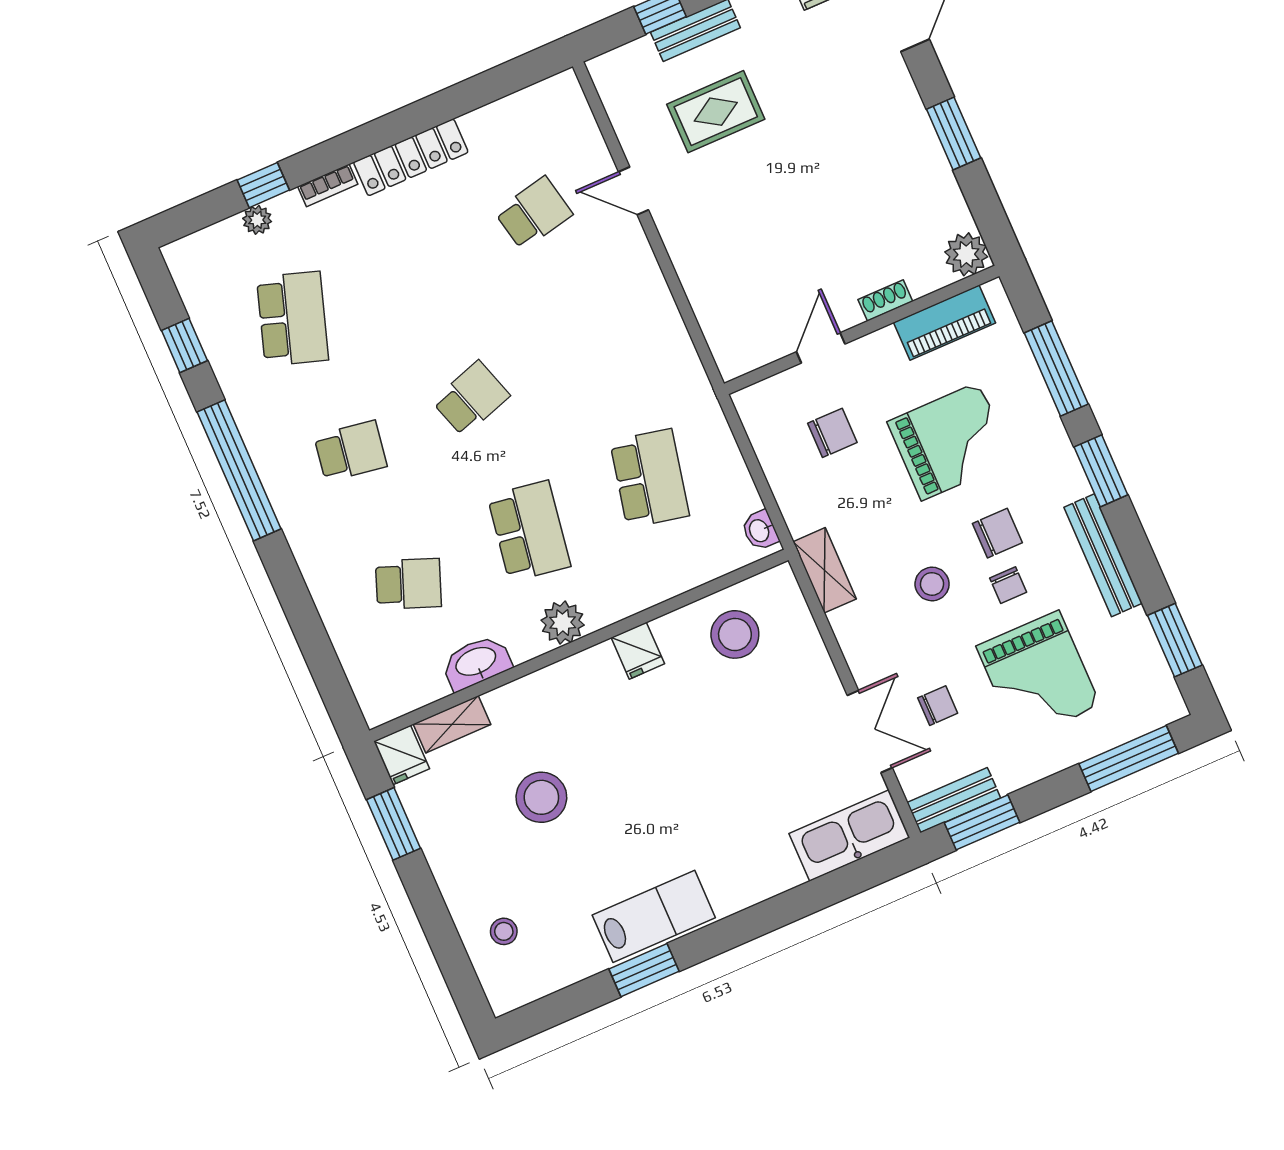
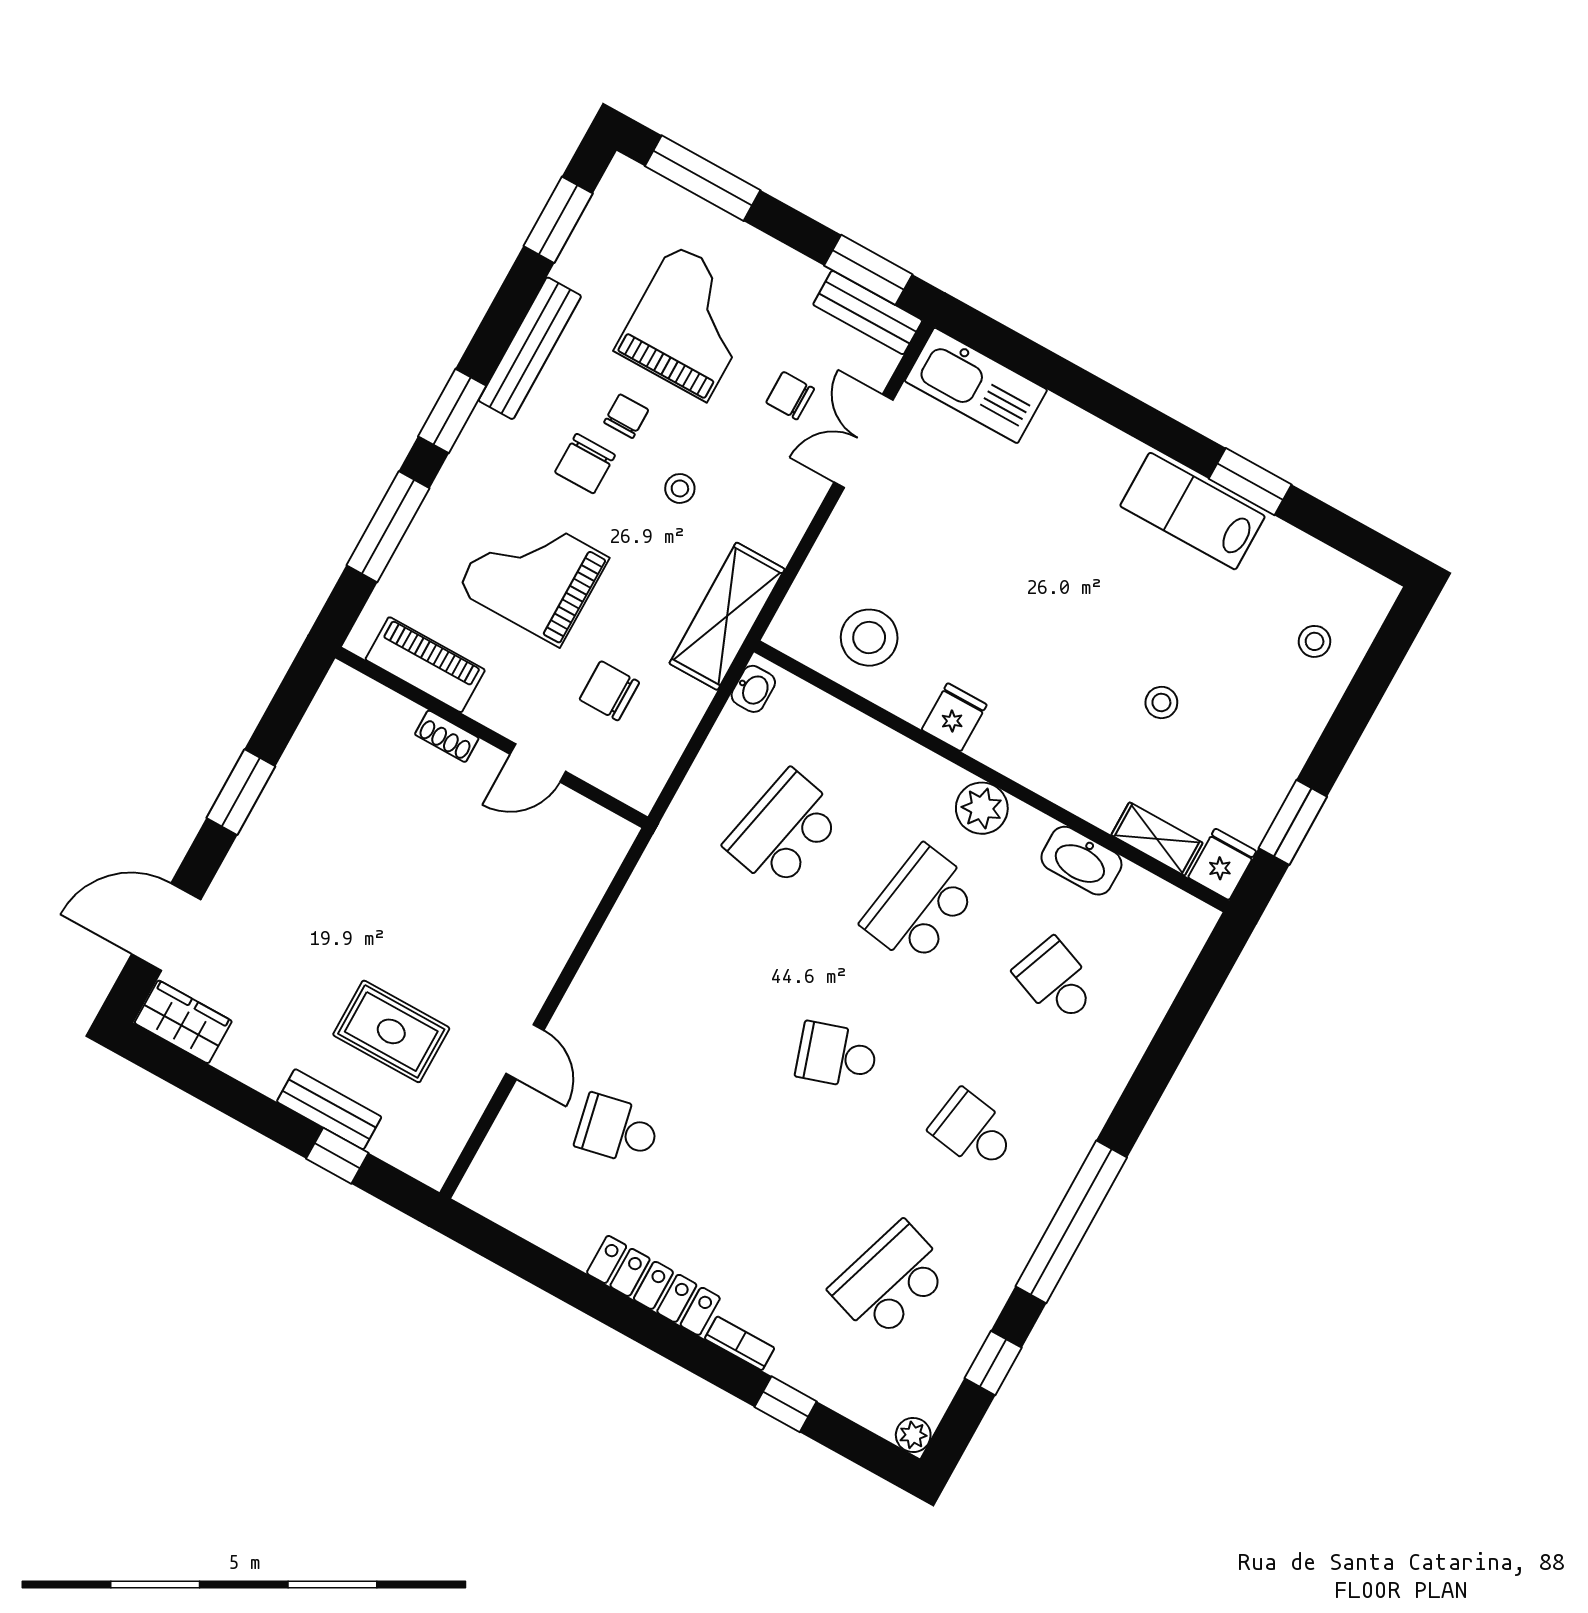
plant: (257, 220) -> (913, 1435), moved
plant: (966, 254) -> (345, 693), removed
chair: (997, 533) -> (585, 464), turned -90
shelving: (825, 570) -> (727, 616), width x1.50, depth x1.33
stool: (932, 584) -> (680, 488), width x0.73, depth x0.73
stool: (541, 797) -> (1161, 702), width x0.53, depth x0.53

